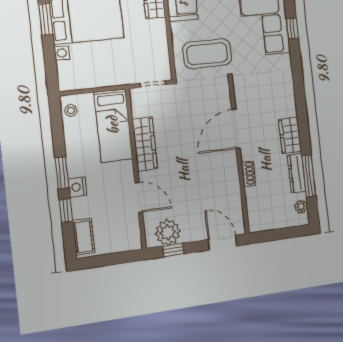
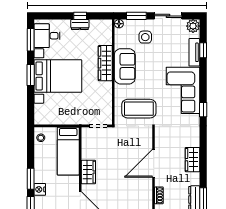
window: (292, 29) -> (203, 110), moved
wardrobe: (290, 135) -> (192, 160), moved
wardrobe: (145, 144) -> (88, 172), width x0.67

